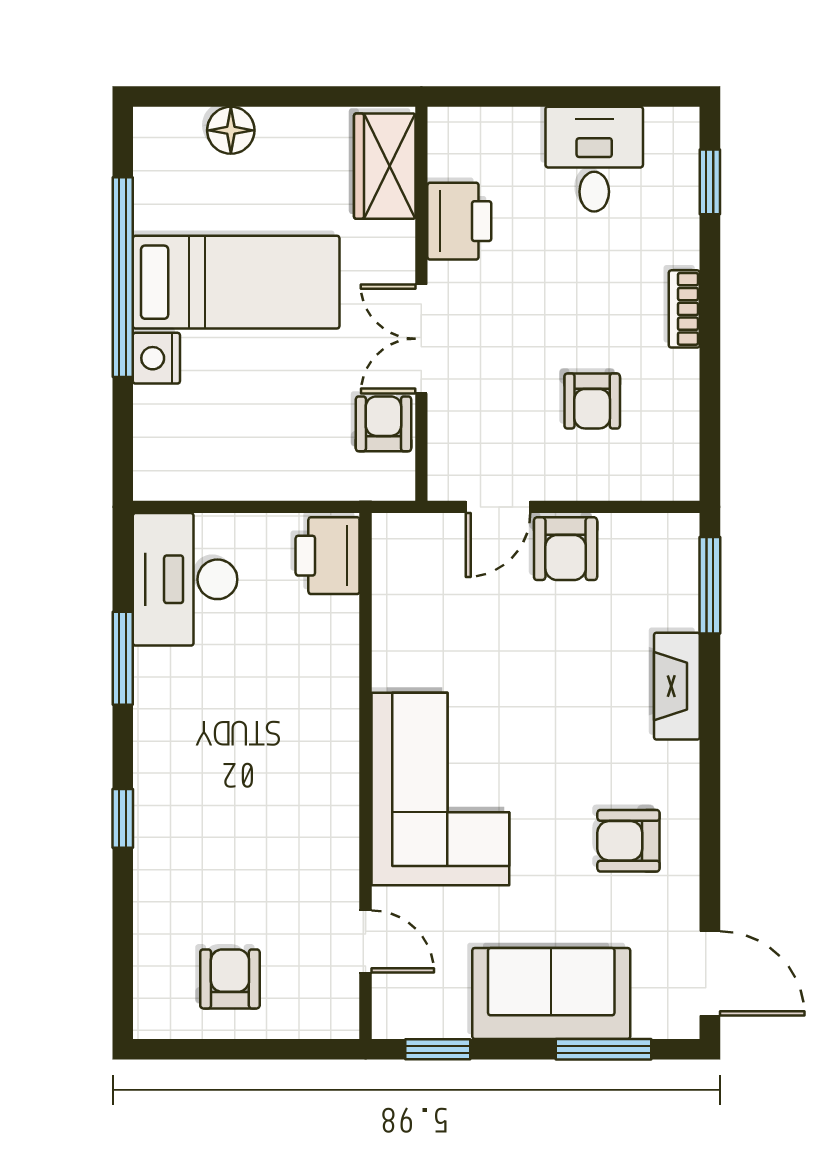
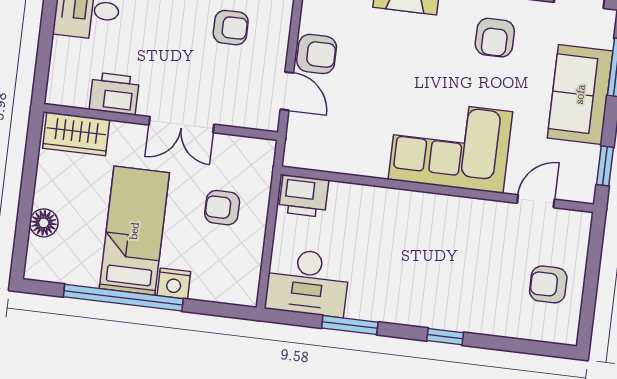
armchair: (383, 424) -> (222, 208), moved

